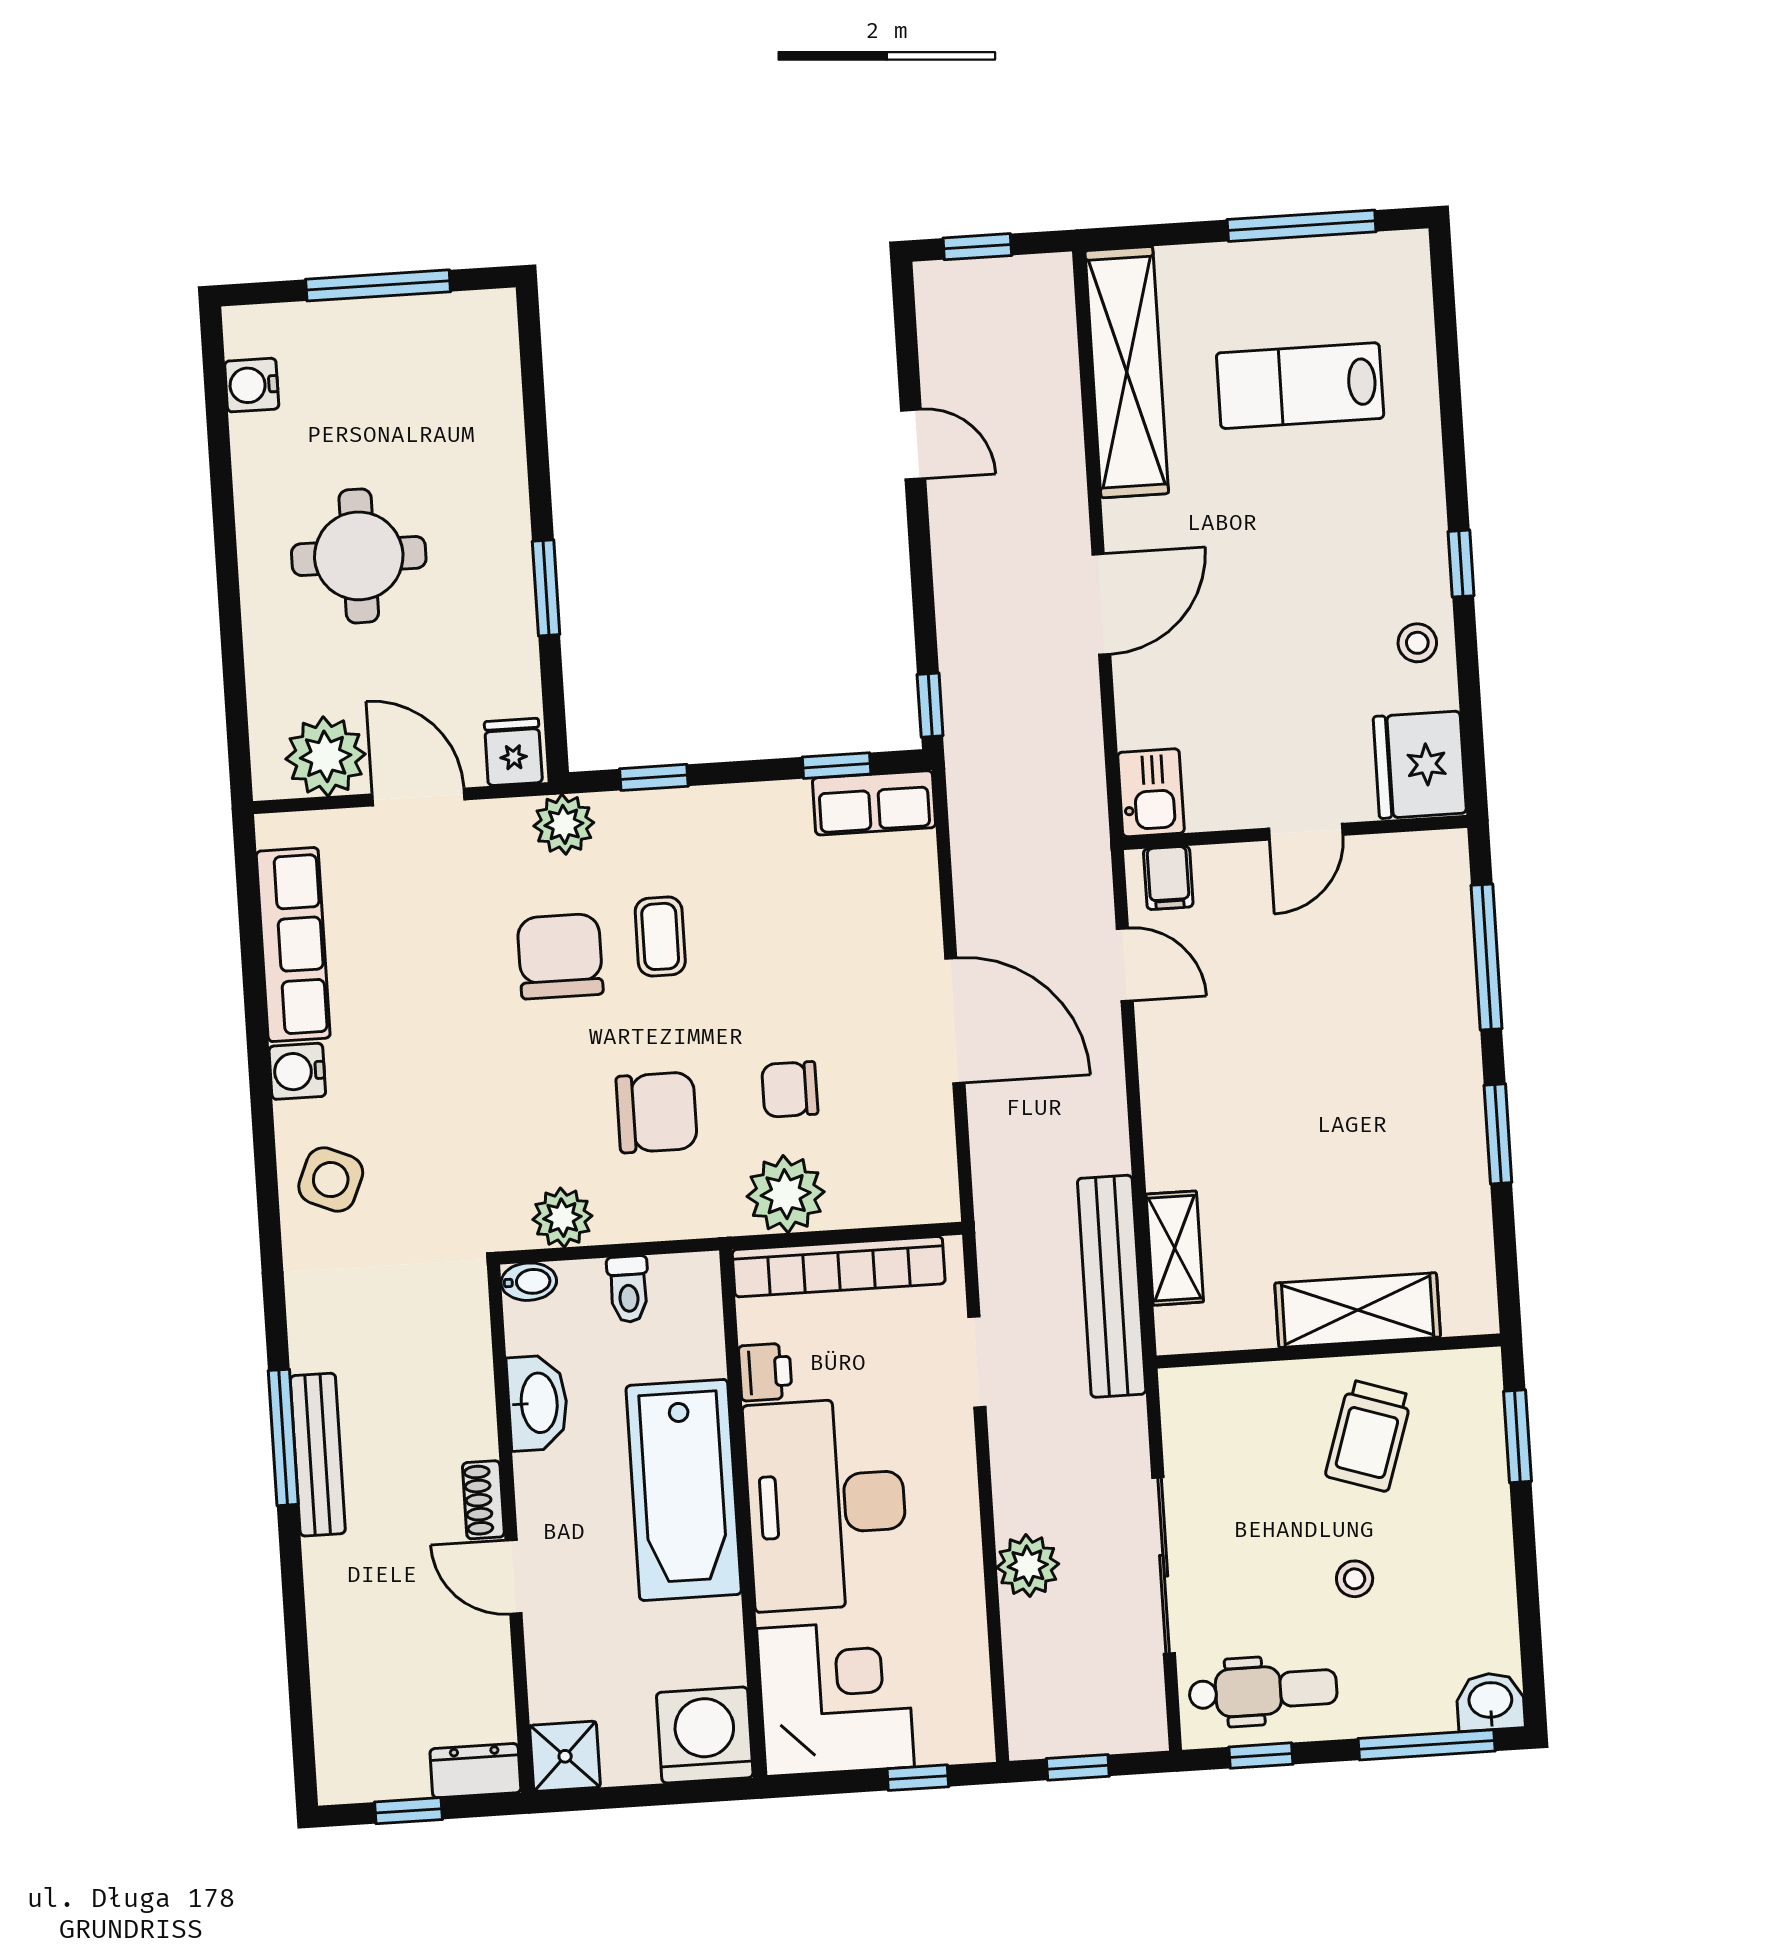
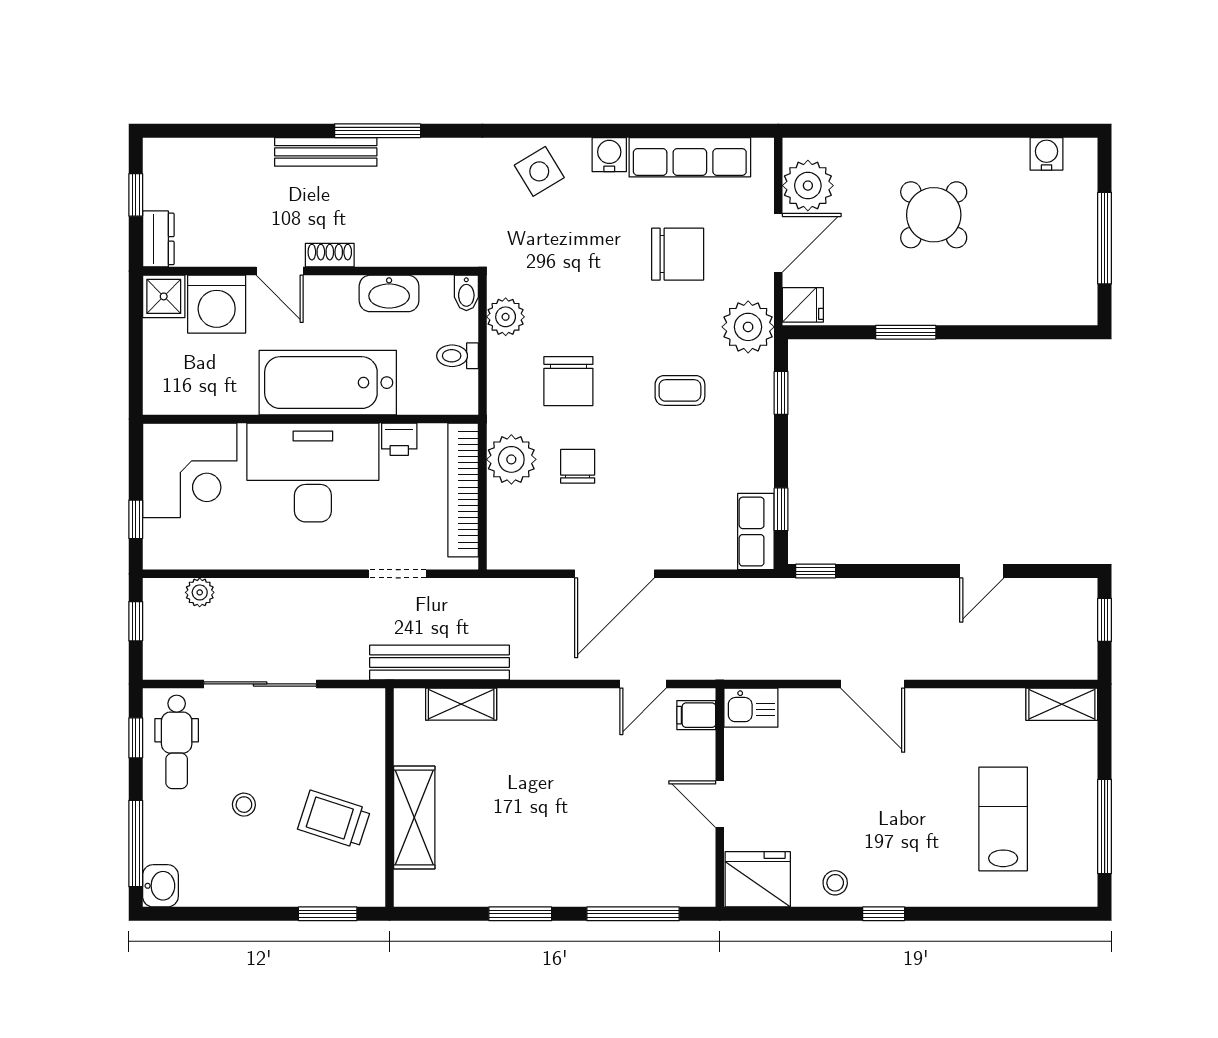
shelving: (1127, 372) -> (1062, 704), width x0.45, depth x0.75
round table: (359, 556) -> (934, 215), turned 45
plant: (564, 824) -> (748, 327), width x1.36, depth x1.36
chair: (560, 956) -> (678, 254), moved
side table: (331, 1180) -> (539, 171), turned 36
bench: (318, 1455) -> (326, 152), moved
plant: (1028, 1566) -> (200, 592), moved, width x0.73, depth x0.73
door: (514, 1577) -> (280, 271), swing flipped
washing machine: (705, 1735) -> (217, 304), moved, turned 90

